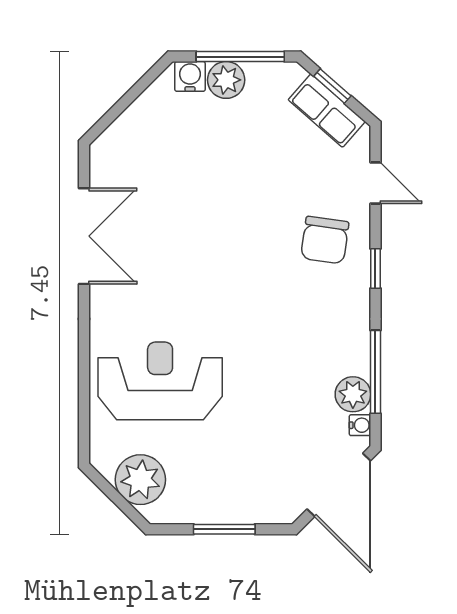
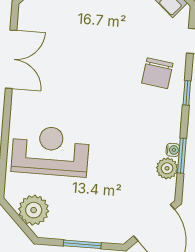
window: (375, 372) -> (182, 156), width x0.69
water cooler: (360, 425) -> (173, 150), moved

